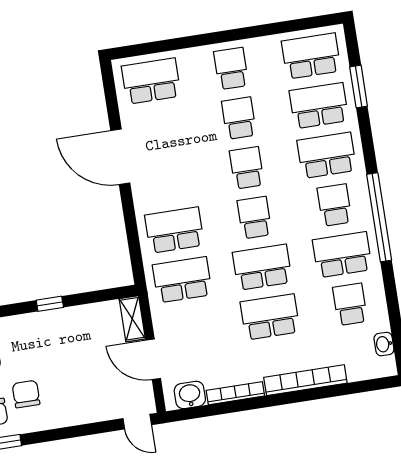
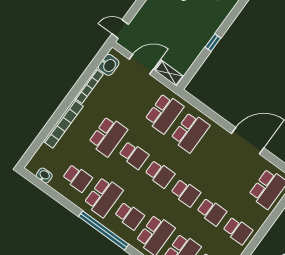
school desk: (262, 267) -> (134, 155), width x0.54

